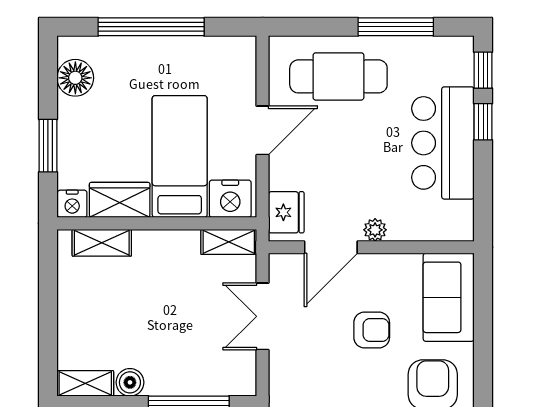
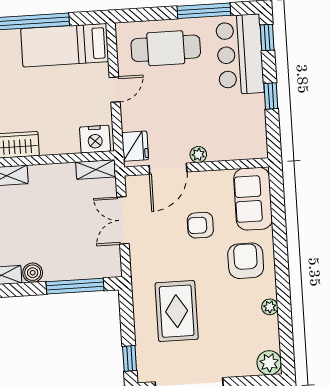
window: (483, 122) -> (271, 96), moved
door: (263, 130) -> (115, 90), width x0.73
bar counter: (443, 143) -> (240, 54), moved
bed: (180, 157) -> (65, 45), moved, turned -90
armchair: (372, 330) -> (200, 225), turned 180

